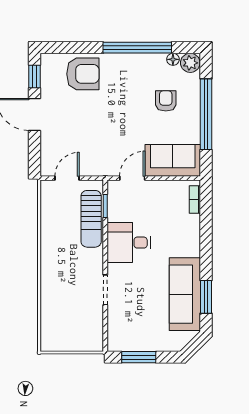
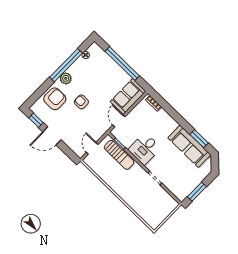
plant: (190, 63) -> (66, 78), moved
armchair: (166, 101) -> (81, 102), moved

